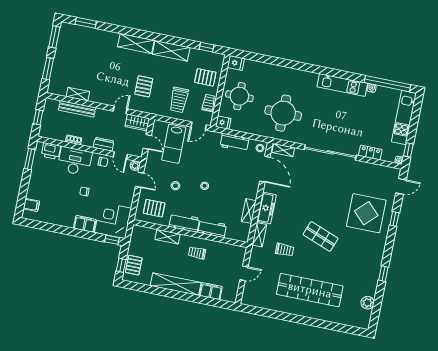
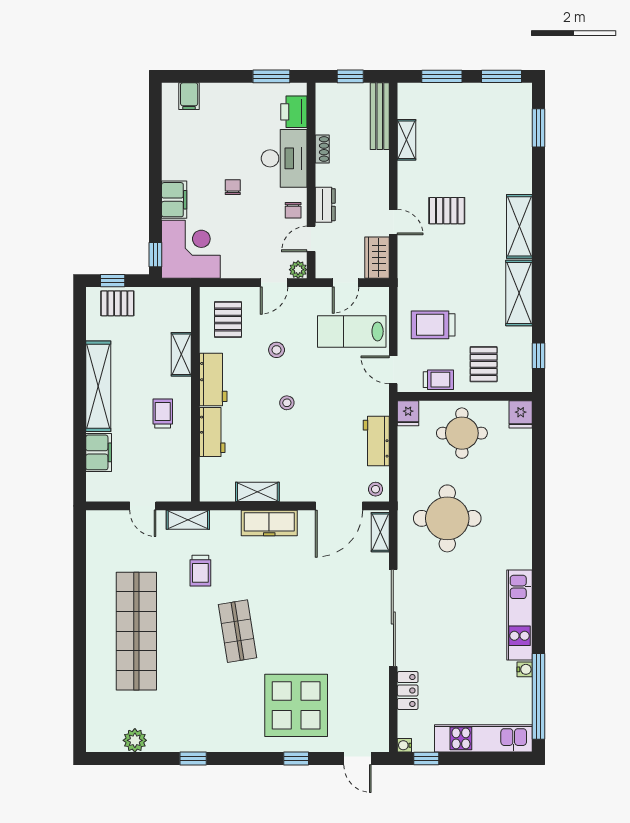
pallet: (144, 86) -> (447, 211), moved
bench: (77, 109) -> (380, 116), moved
shelving: (259, 235) -> (188, 520), moved
shop shelf: (321, 236) -> (237, 631), turned -30

